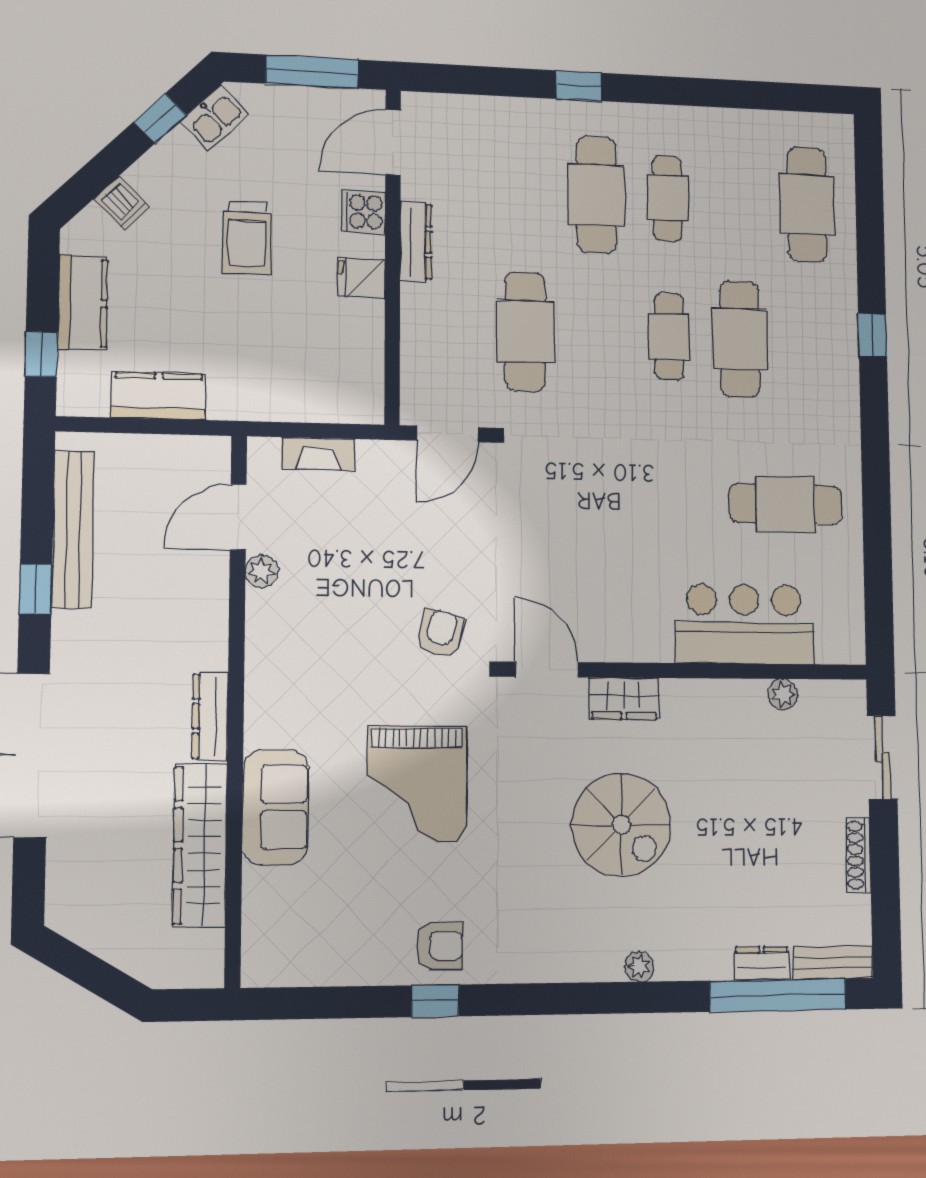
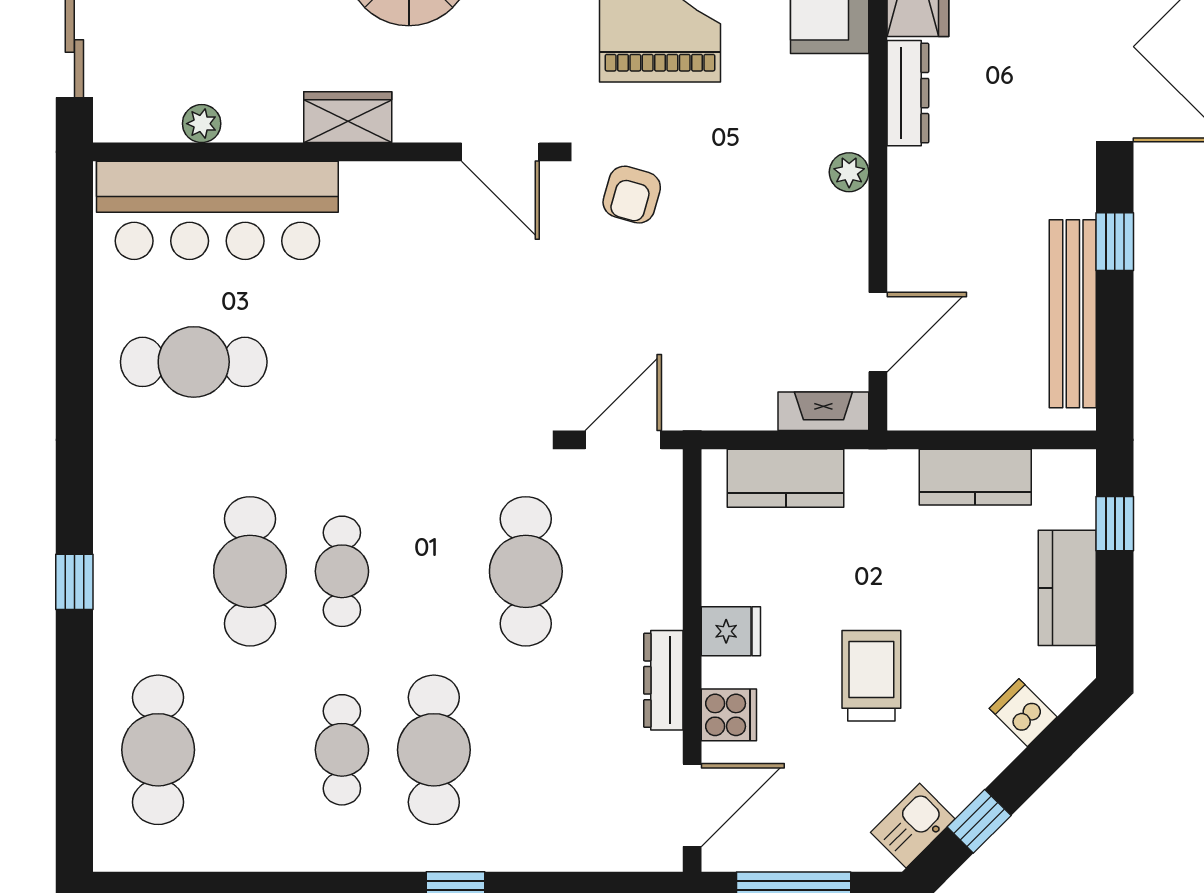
kitchen counter: (316, 399) -> (786, 478), added
fireplace: (318, 454) -> (823, 411), moved
plant: (262, 571) -> (849, 172), moved
bar counter: (745, 624) -> (217, 210), width x1.36
wardrobe: (624, 699) -> (348, 117), moved

